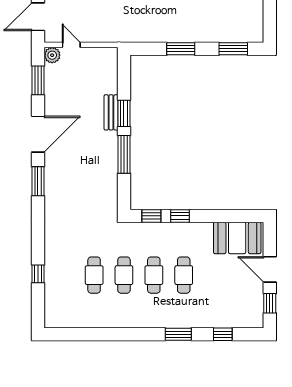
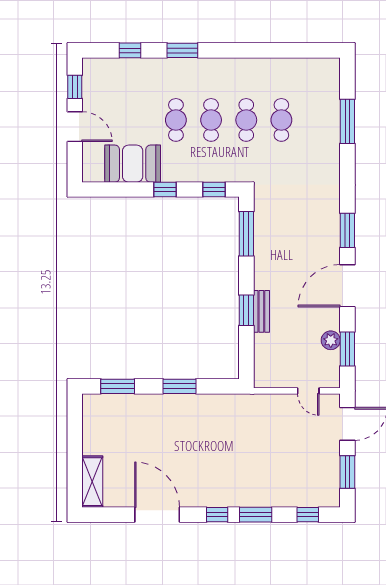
plant: (52, 55) -> (331, 340), moved
window: (124, 154) -> (246, 234), moved
window: (180, 216) -> (165, 189), moved
booth: (237, 238) -> (133, 164), moved
window: (38, 274) -> (347, 121), width x2.17

